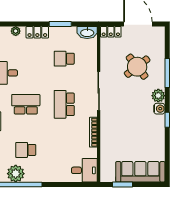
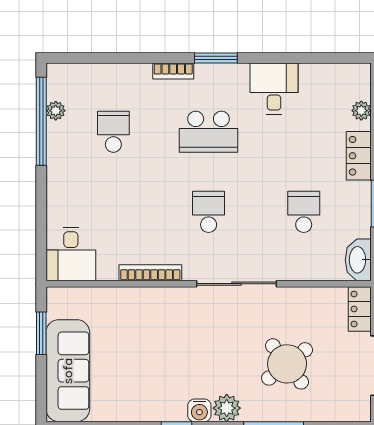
school desk: (26, 104) -> (209, 132), turned 90
school desk: (64, 104) -> (209, 212), width x0.54
plant: (16, 174) -> (56, 111), width x0.53, depth x0.53

